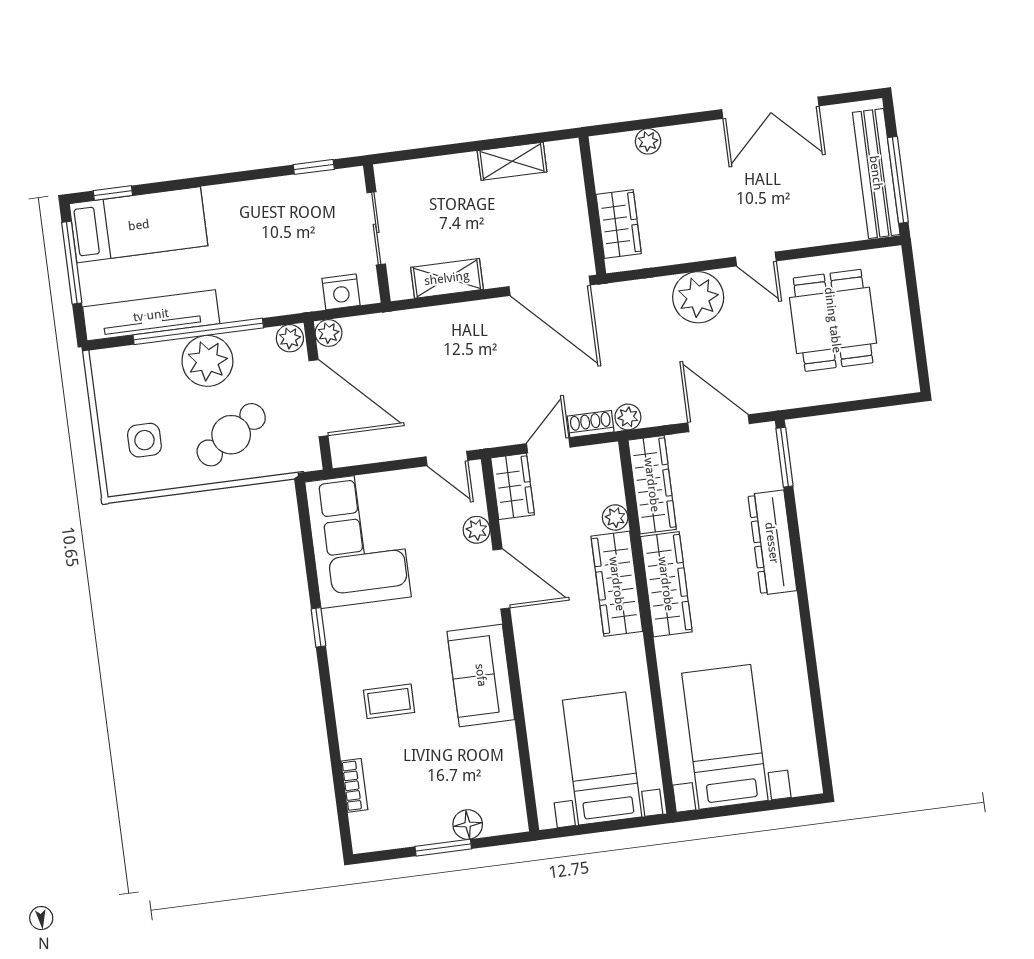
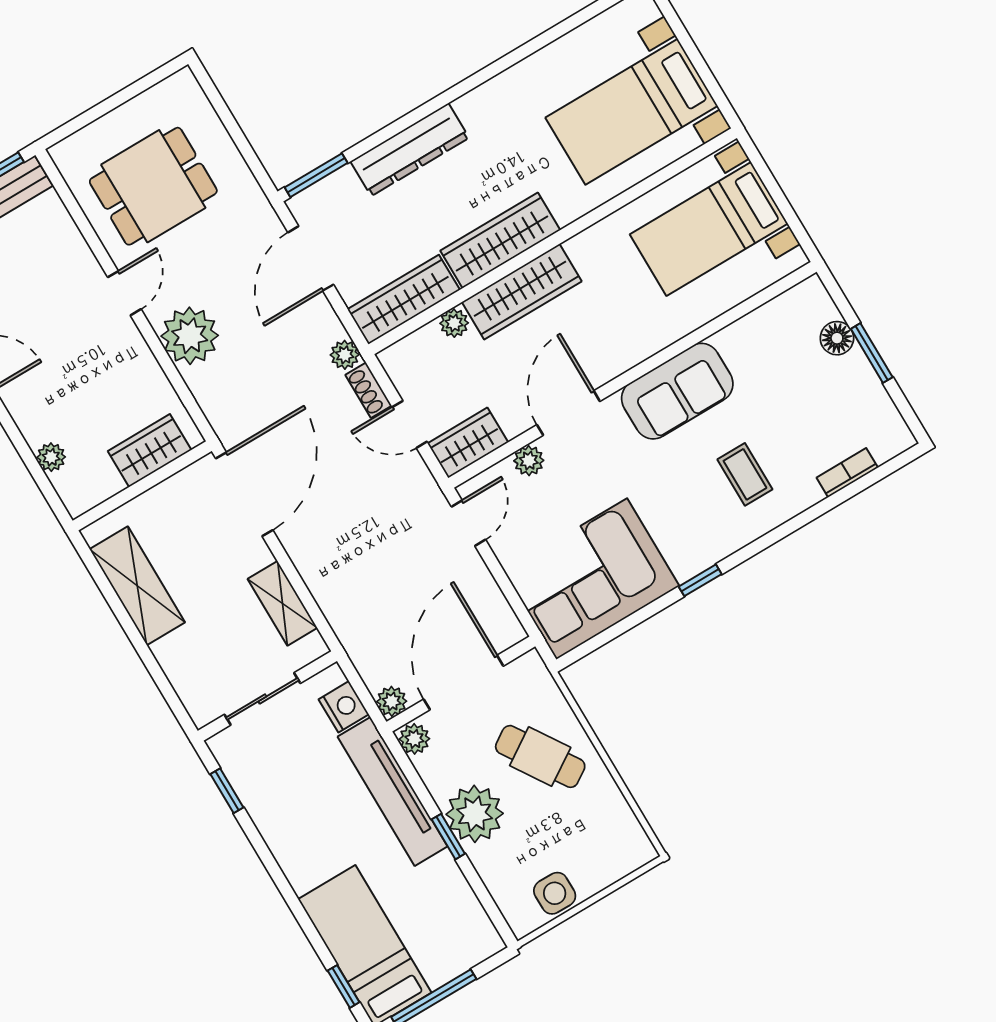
shelving: (512, 161) -> (137, 586), width x1.50, depth x1.33
tv unit: (151, 315) -> (393, 792), moved
window: (198, 331) -> (448, 837), width x0.32
side table: (144, 440) -> (555, 893), moved

